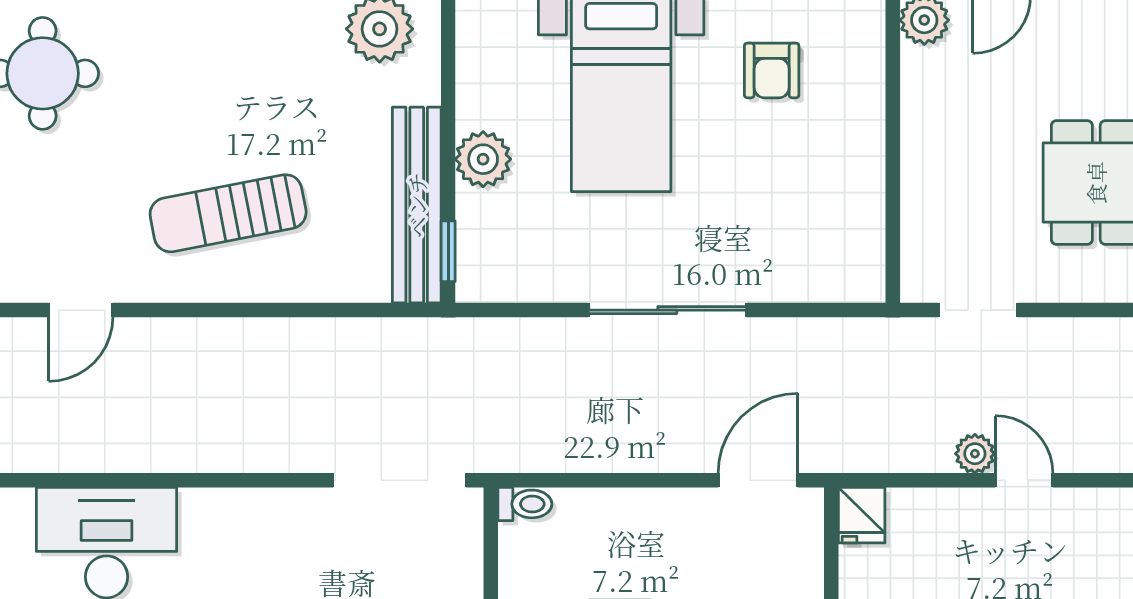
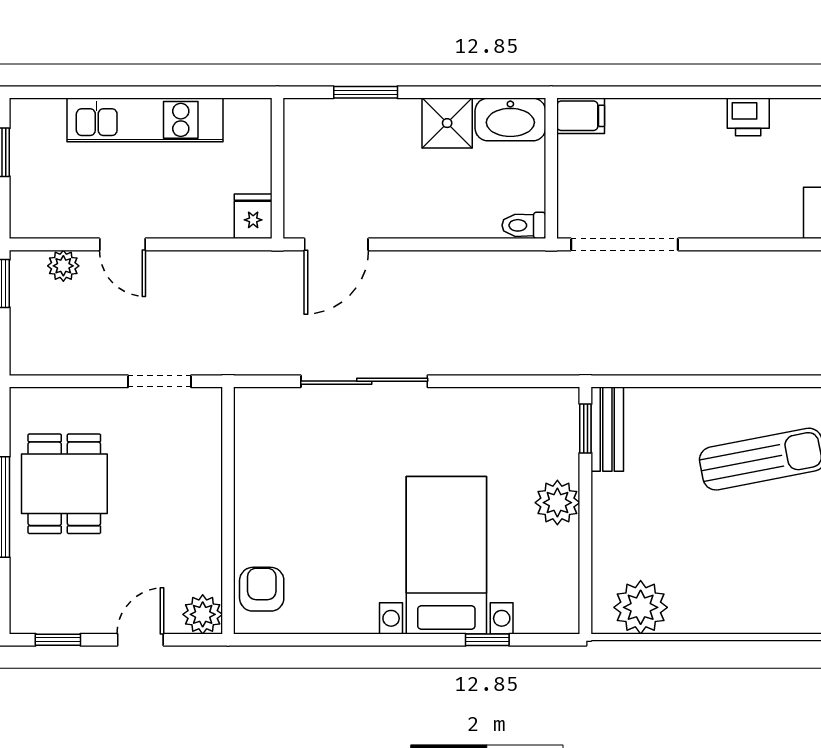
armchair: (772, 70) -> (262, 589), moved
bench: (417, 205) -> (607, 429), width x0.54, depth x0.82
sliding door: (667, 310) -> (364, 381), moved
plant: (975, 454) -> (63, 266), moved

